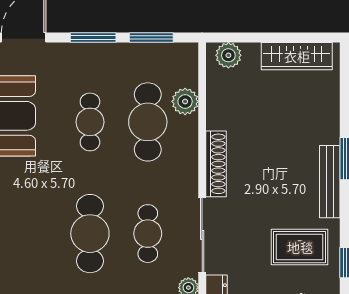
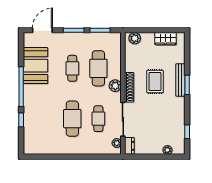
wardrobe: (297, 56) -> (166, 39), width x0.67
plant: (185, 101) -> (115, 86), moved
bench: (330, 182) -> (180, 80), moved
rug: (300, 247) -> (155, 81), moved, turned 90

